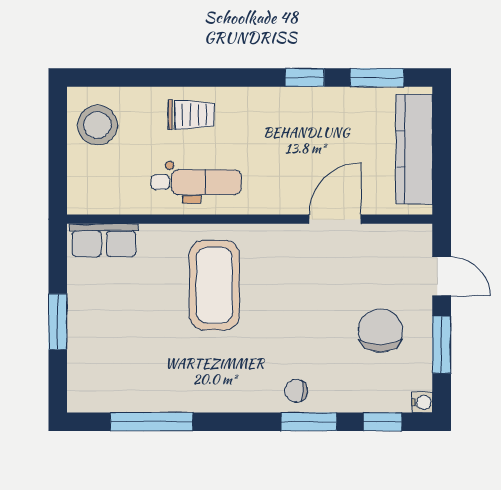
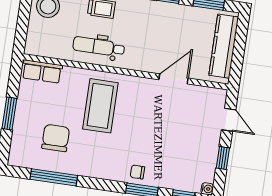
dental chair: (196, 182) -> (99, 47), turned 180
chair: (380, 331) -> (56, 138), moved
window: (442, 345) -> (223, 158), width x0.67

